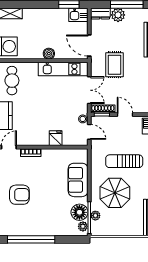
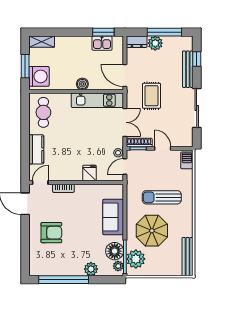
kitchen sink: (78, 15) -> (102, 43), moved
door: (89, 132) -> (125, 166), swing flipped
plant: (95, 216) -> (136, 259), width x1.87, depth x1.87
plant: (57, 229) -> (91, 269), added

